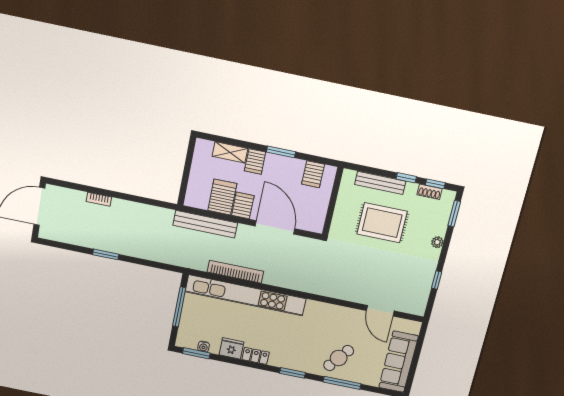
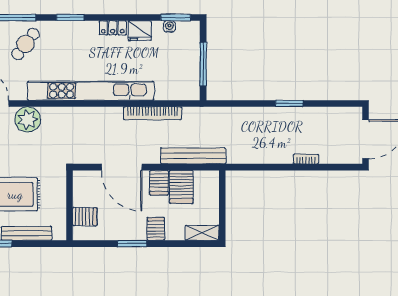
shelving: (230, 152) -> (202, 233), moved
server rack: (313, 174) -> (85, 217), moved, turned 90
plant: (353, 290) -> (28, 119), added
kitchen unit: (246, 295) -> (91, 91), moved

